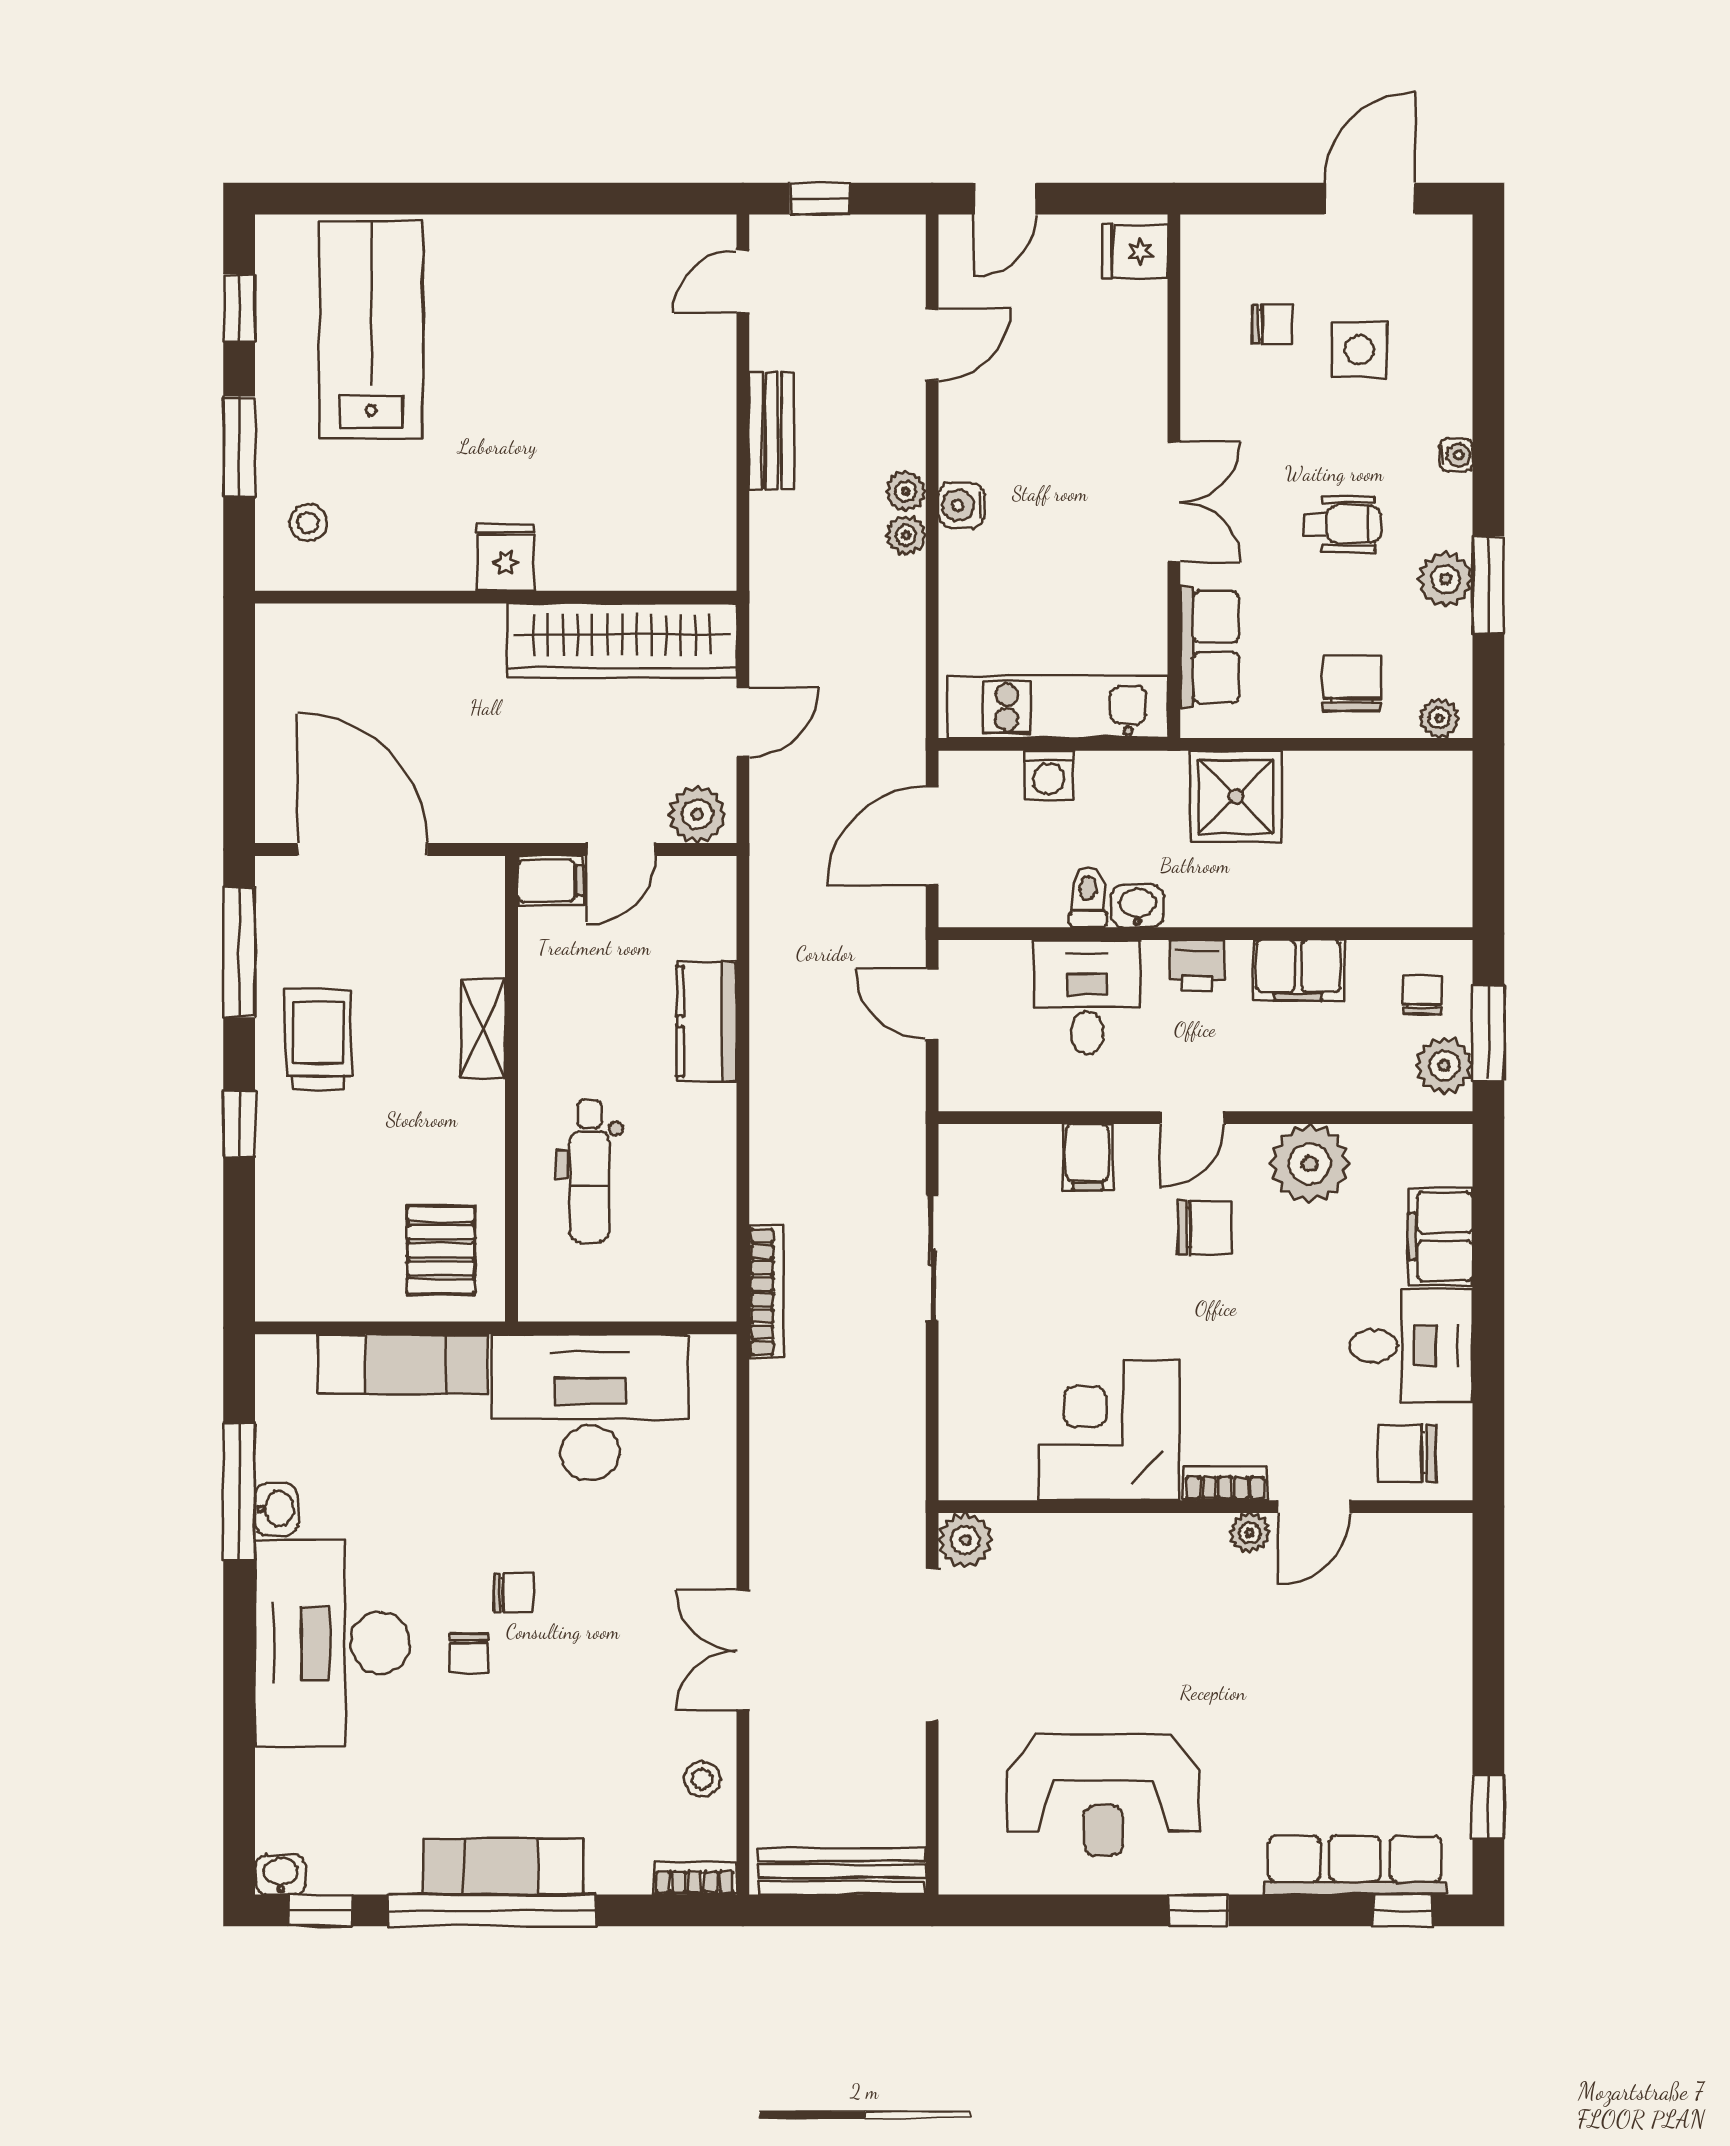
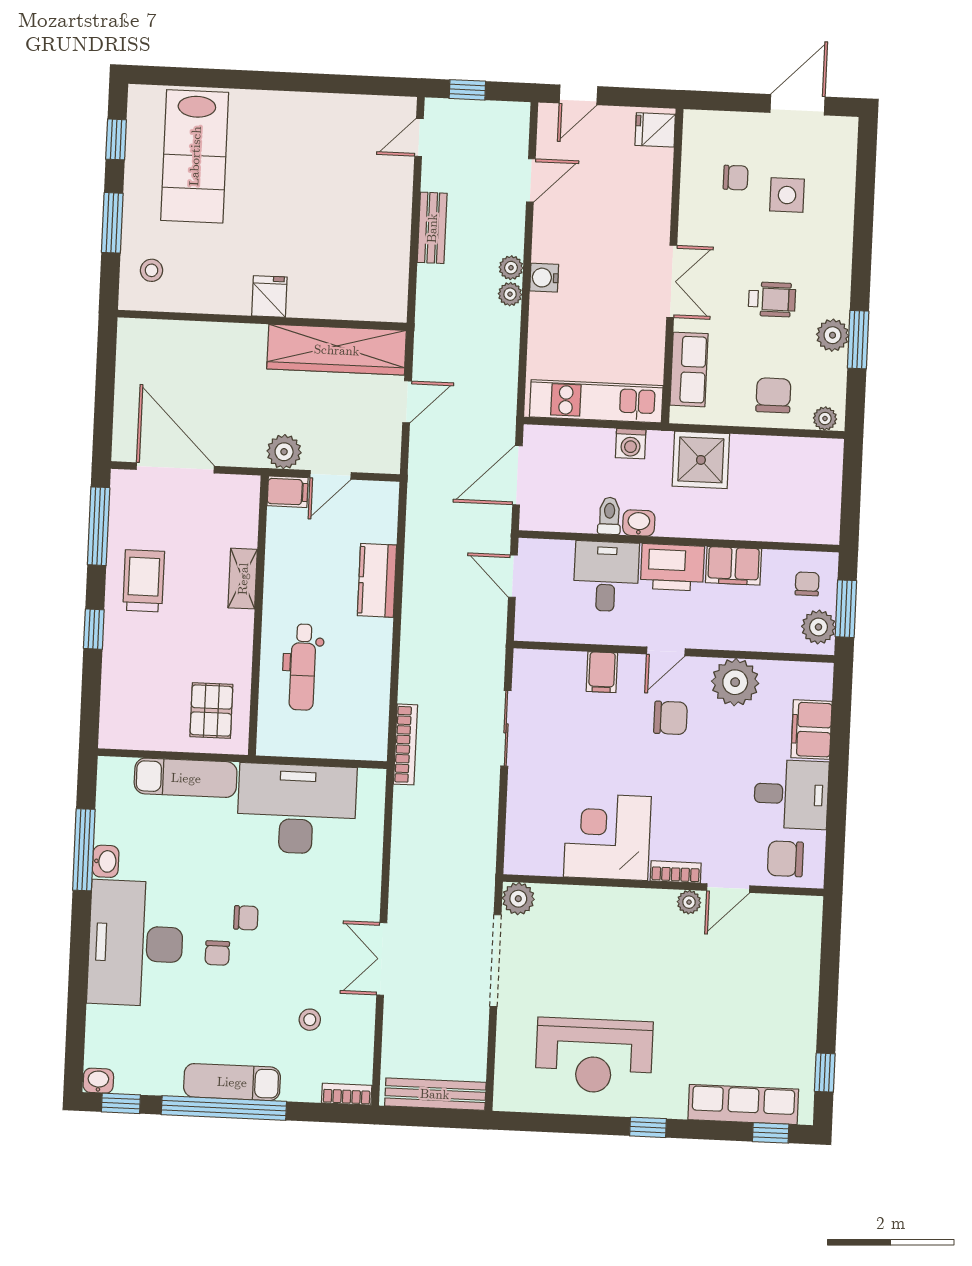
lab bench: (371, 330) -> (195, 156), turned 180
water cooler: (1456, 455) -> (842, 261), removed
washing machine: (1049, 775) -> (631, 444), moved
plant: (697, 814) -> (284, 452), moved
printer: (1197, 965) -> (672, 567), width x1.87, depth x1.48
stool: (702, 1779) -> (310, 1020), moved

